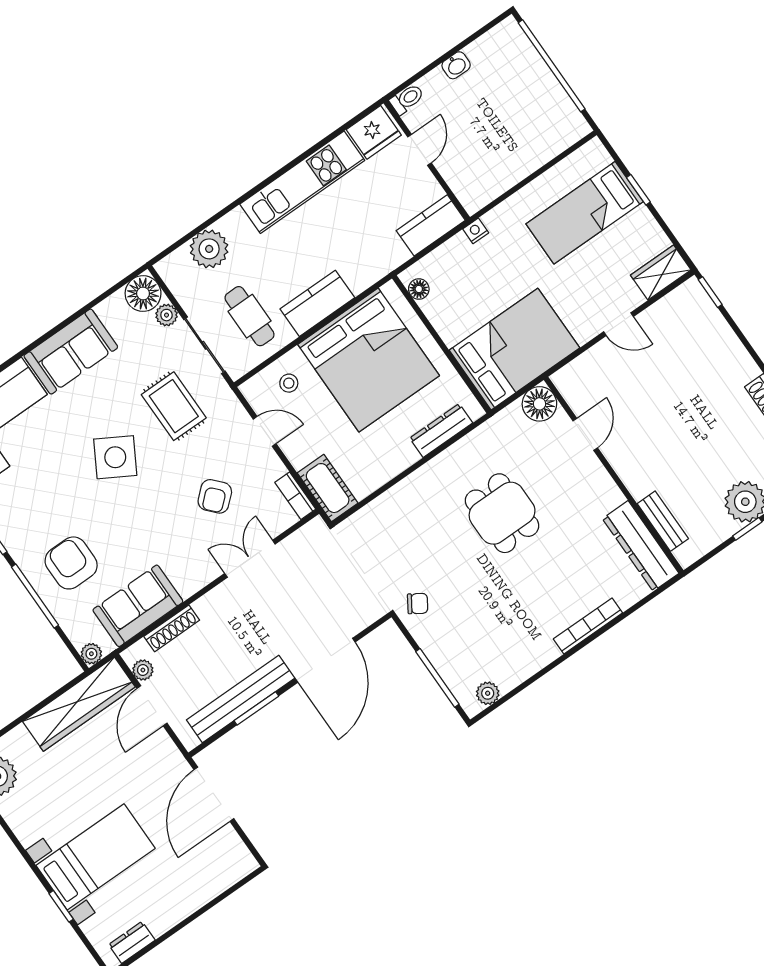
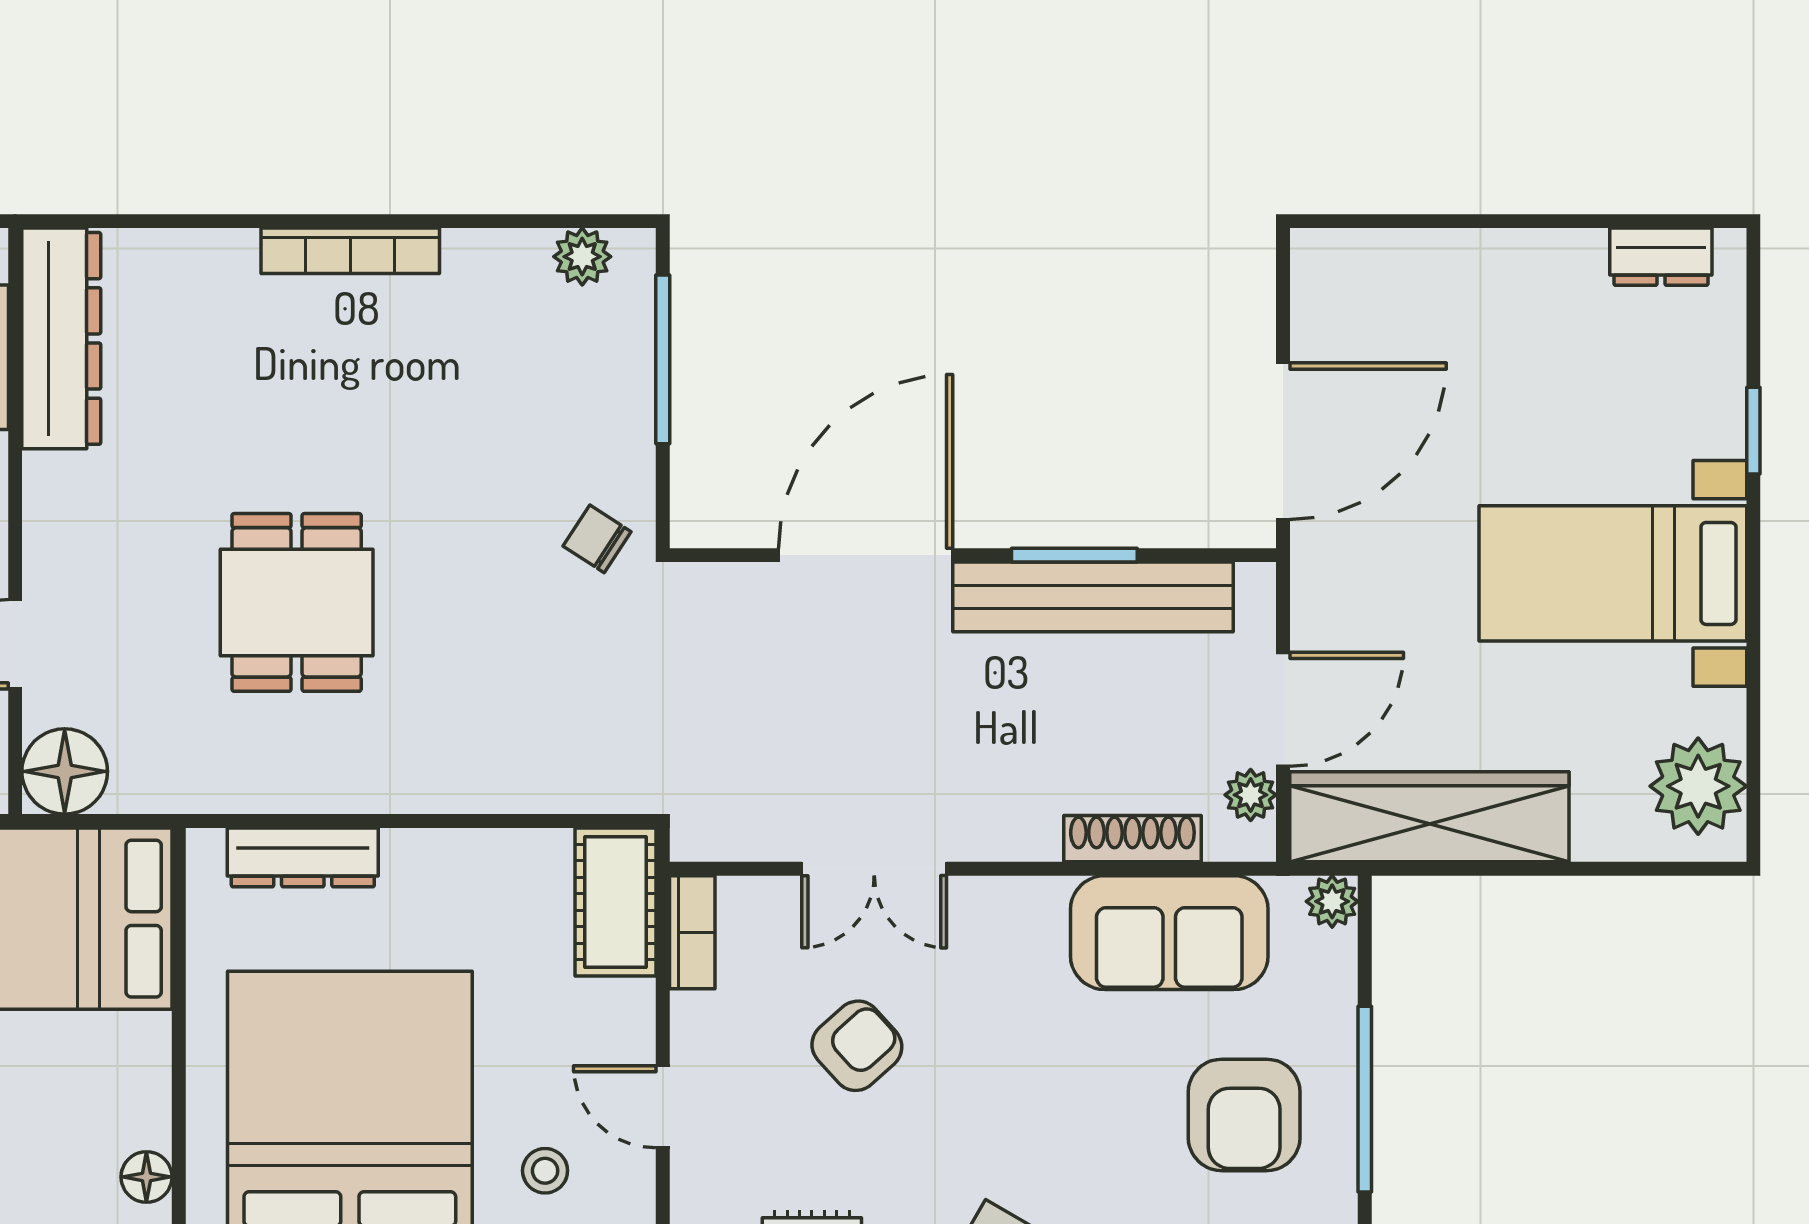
bookcase: (588, 626) -> (350, 251), moved
bed with nightstands: (96, 857) -> (1613, 573), moved

